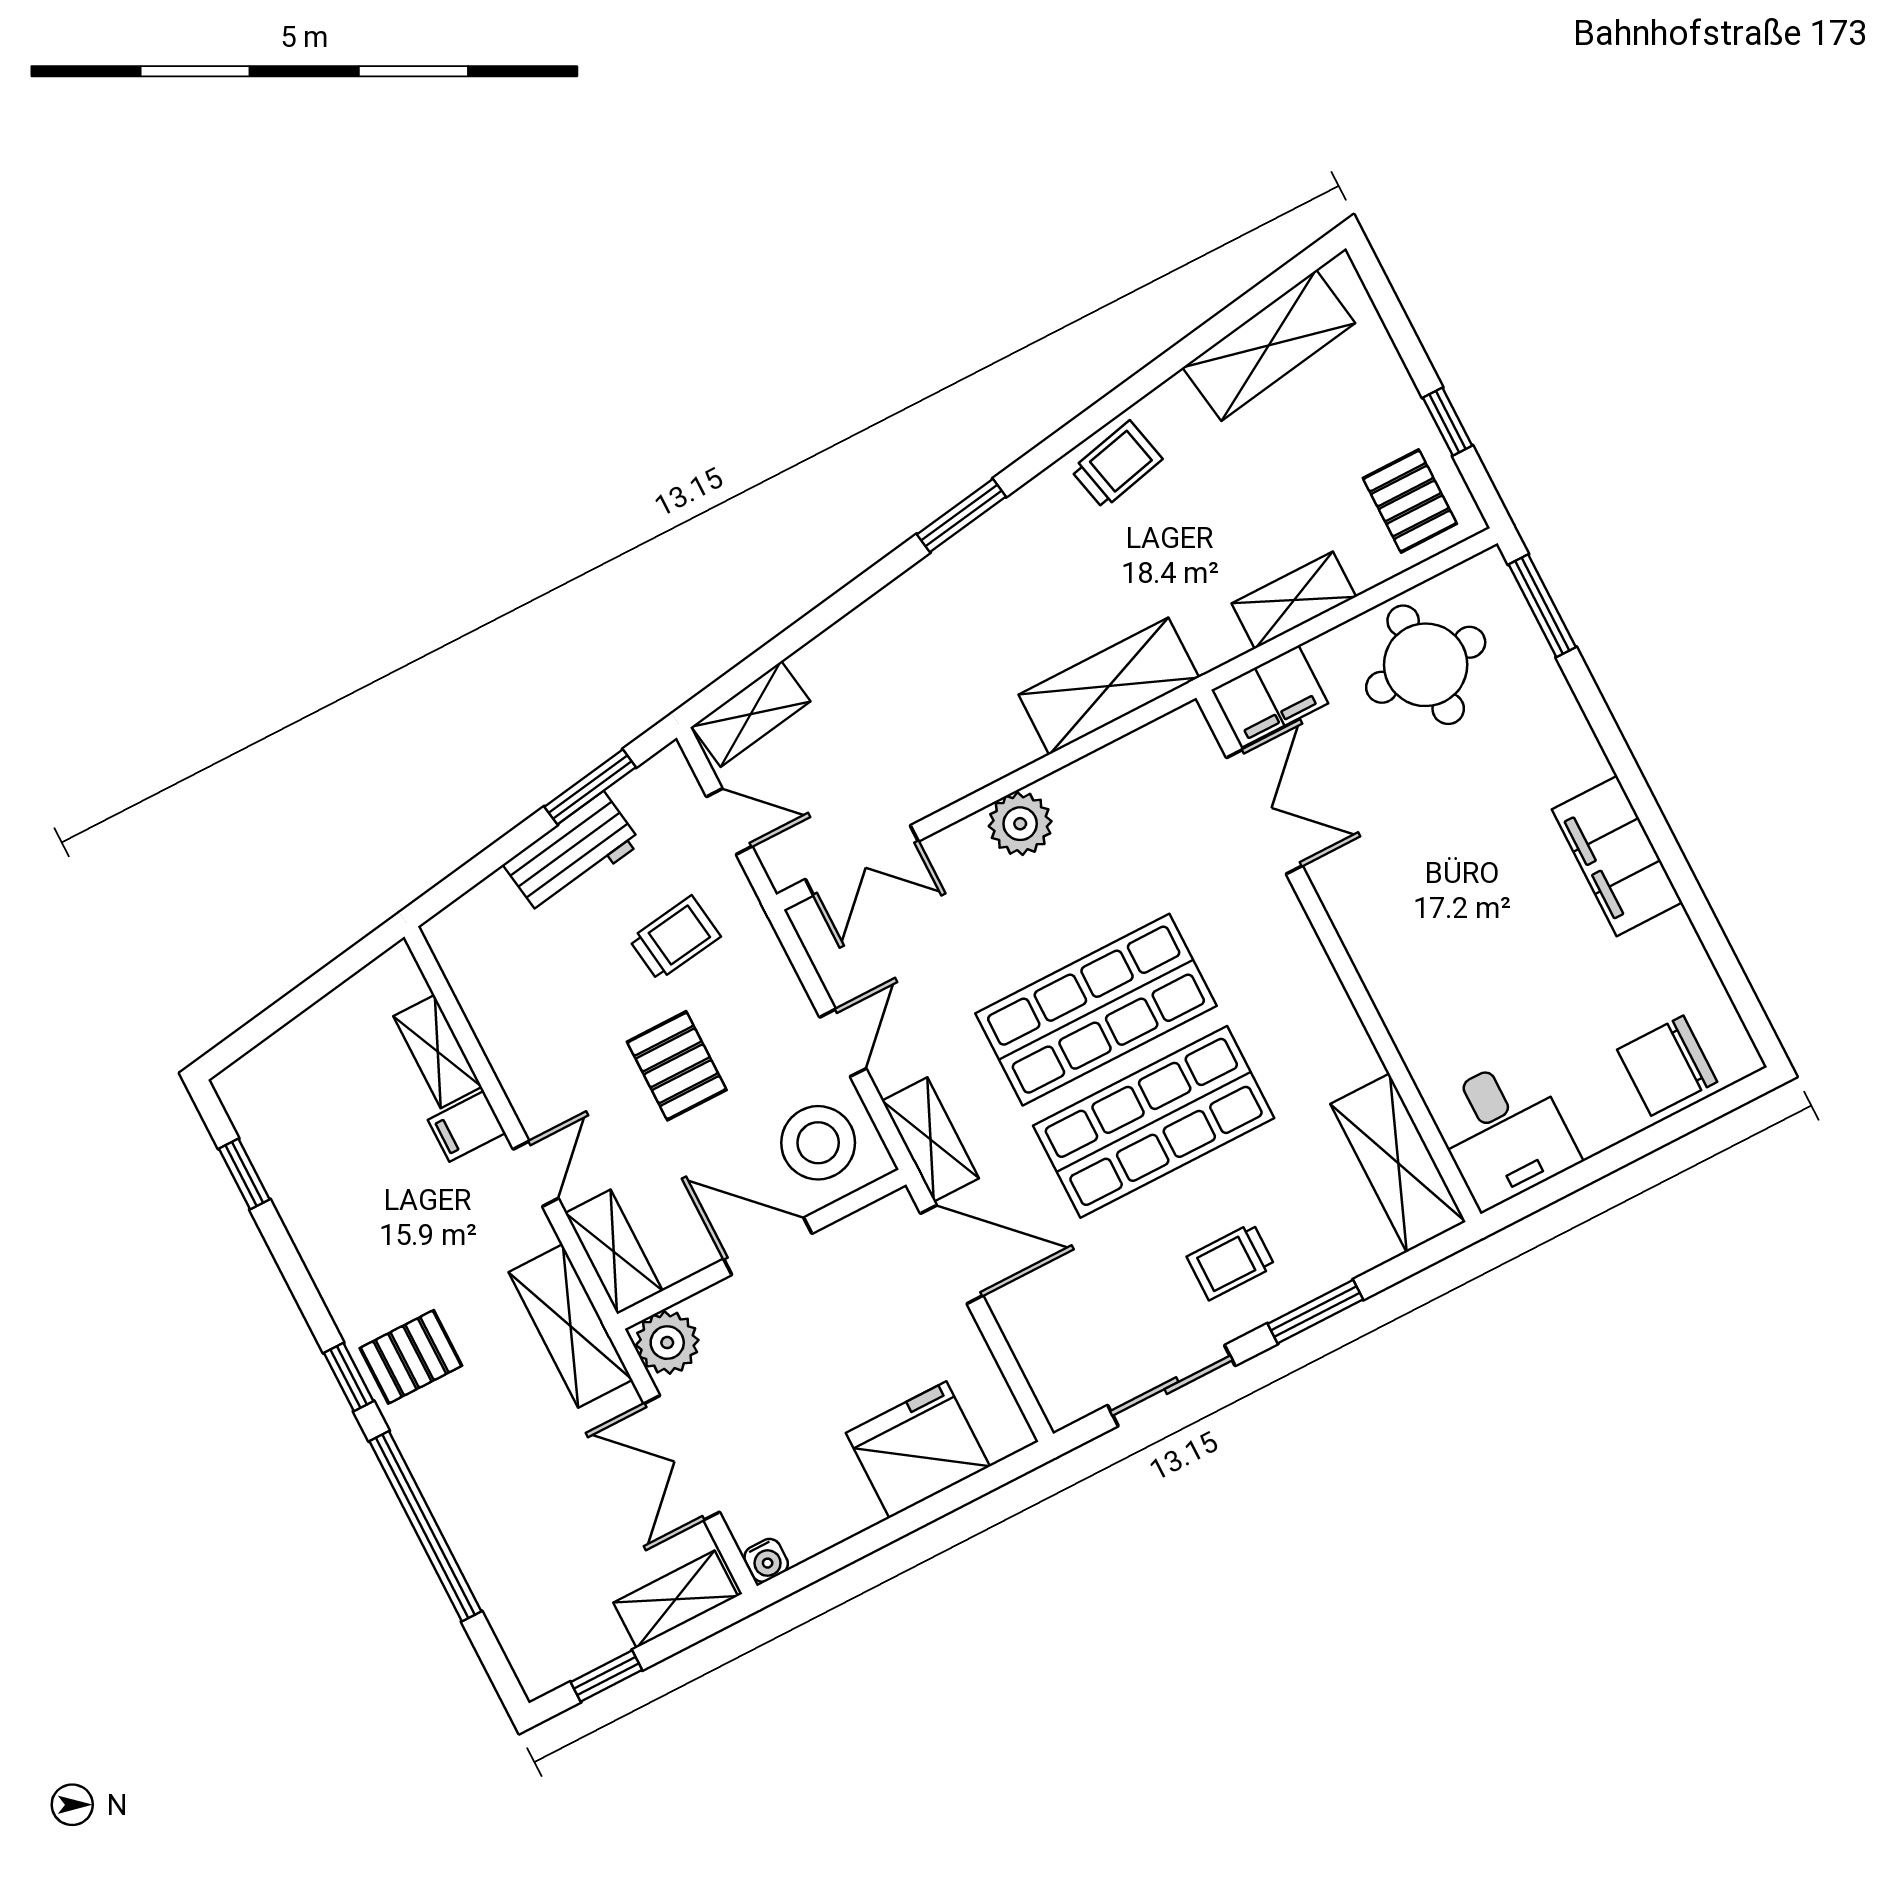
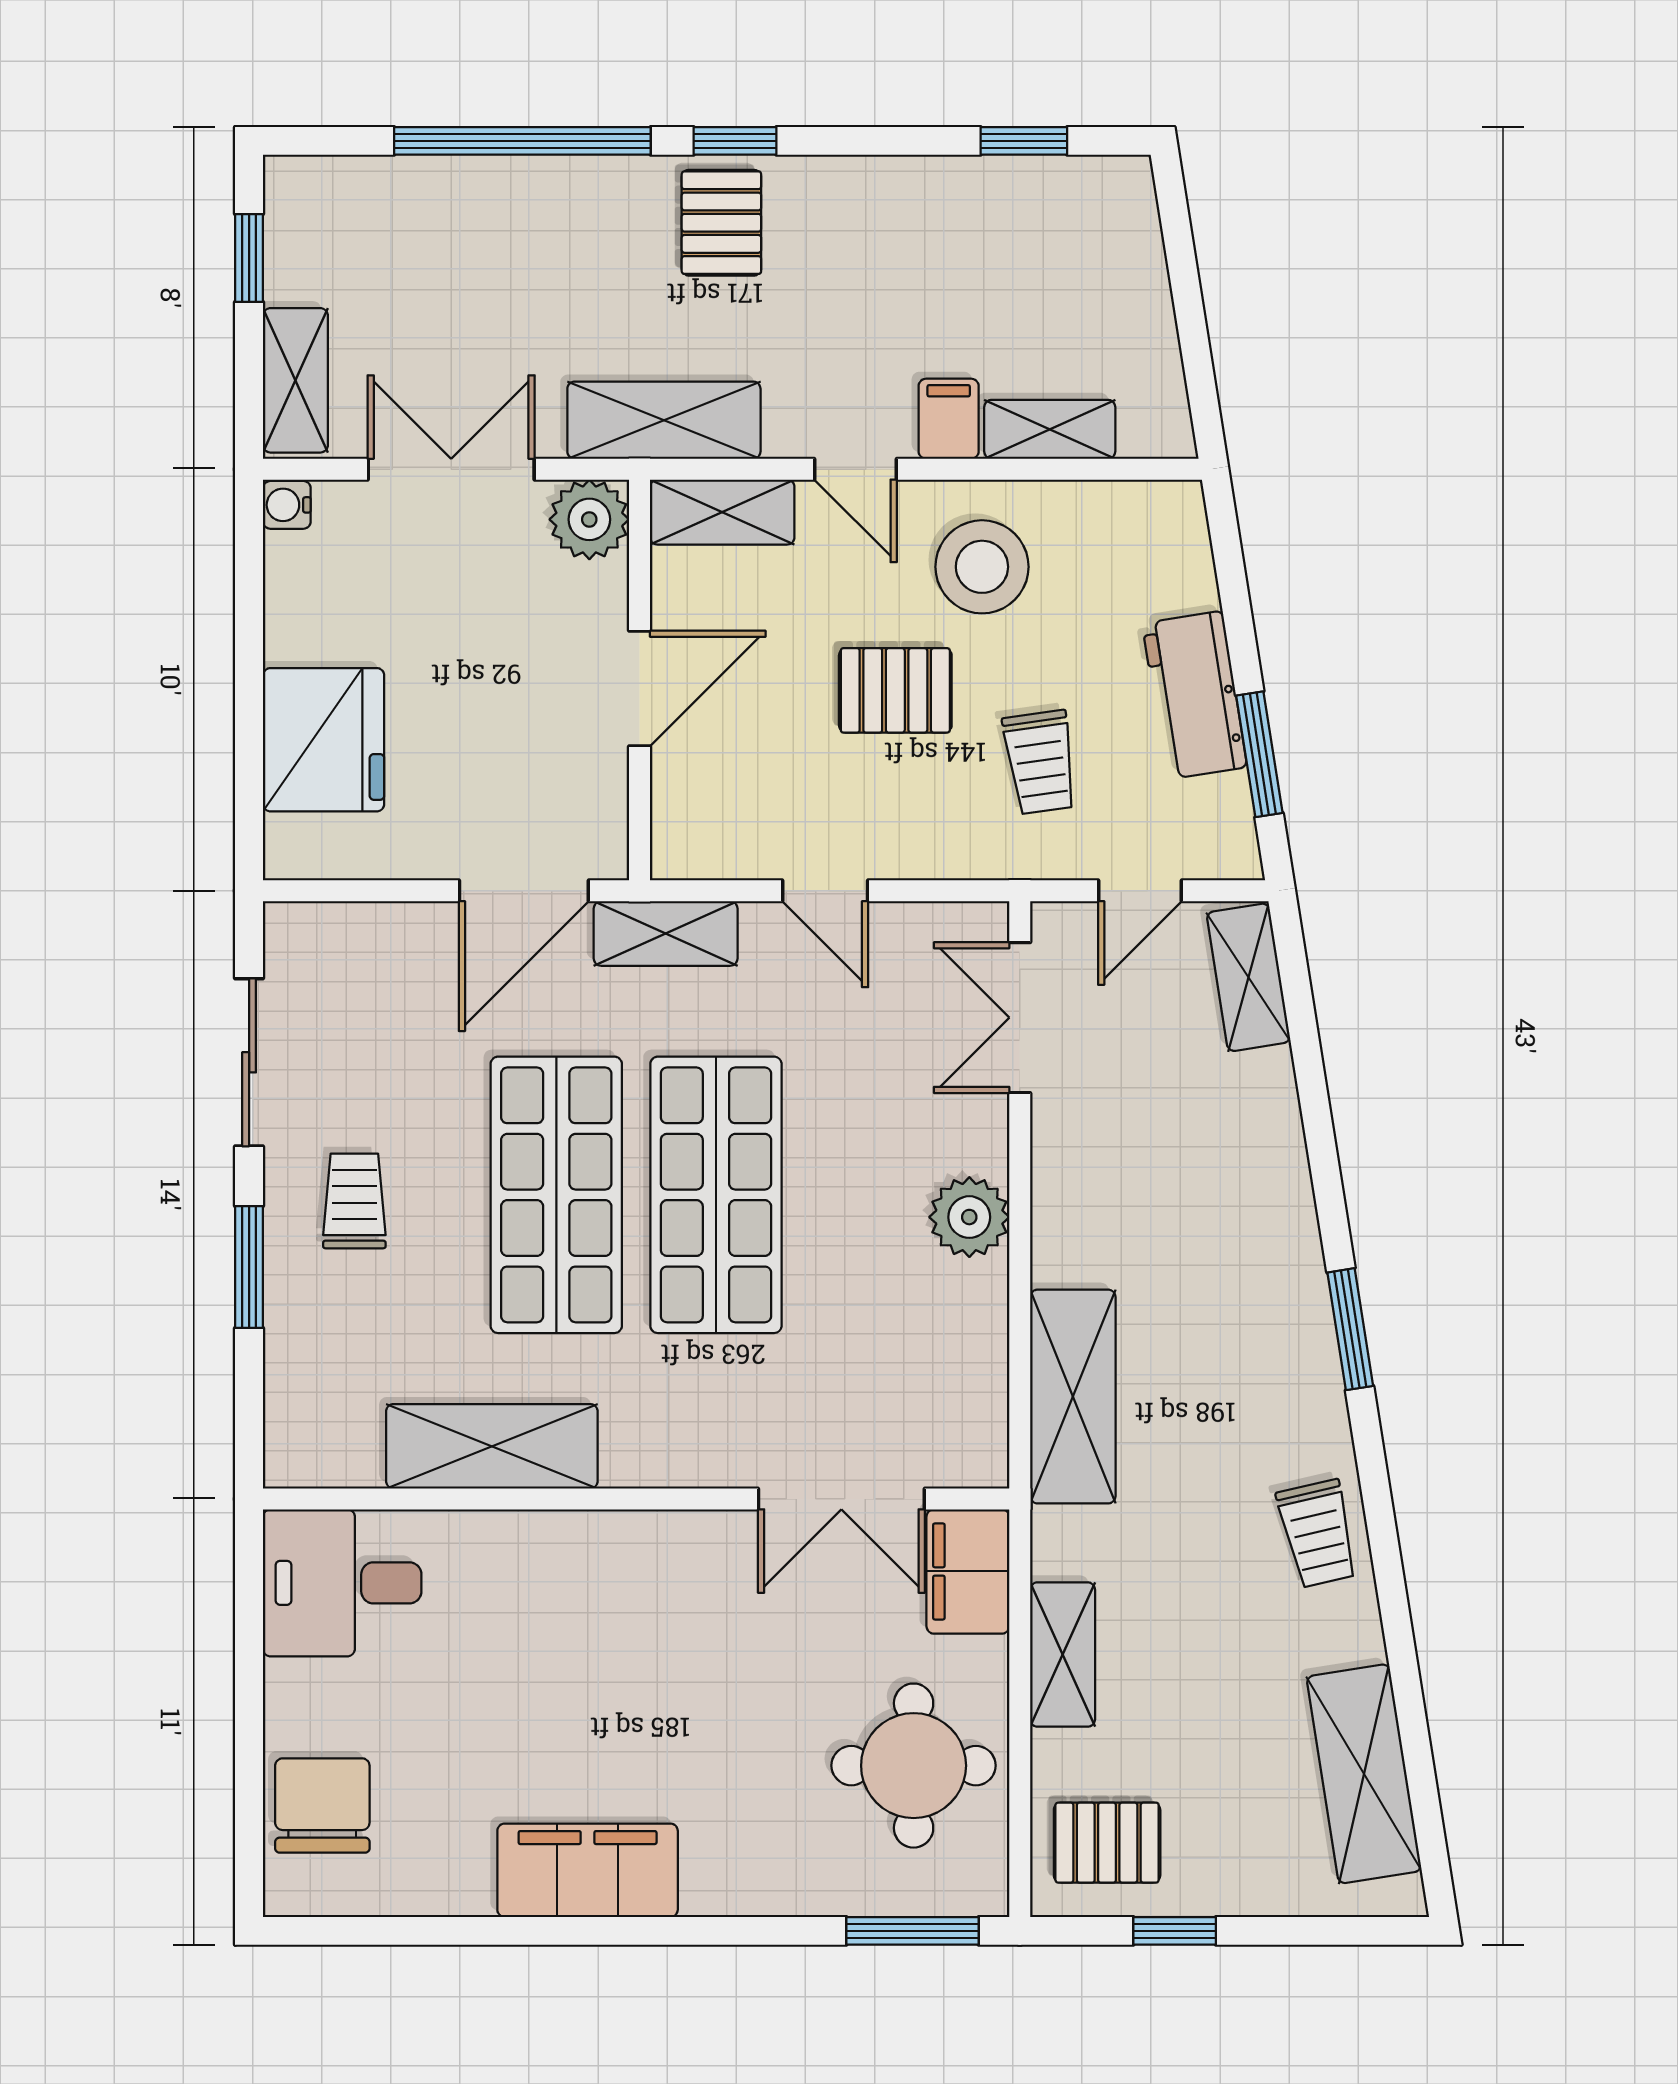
stool: (818, 1143) -> (982, 567), moved
shelving: (1398, 1163) -> (492, 1446), moved

